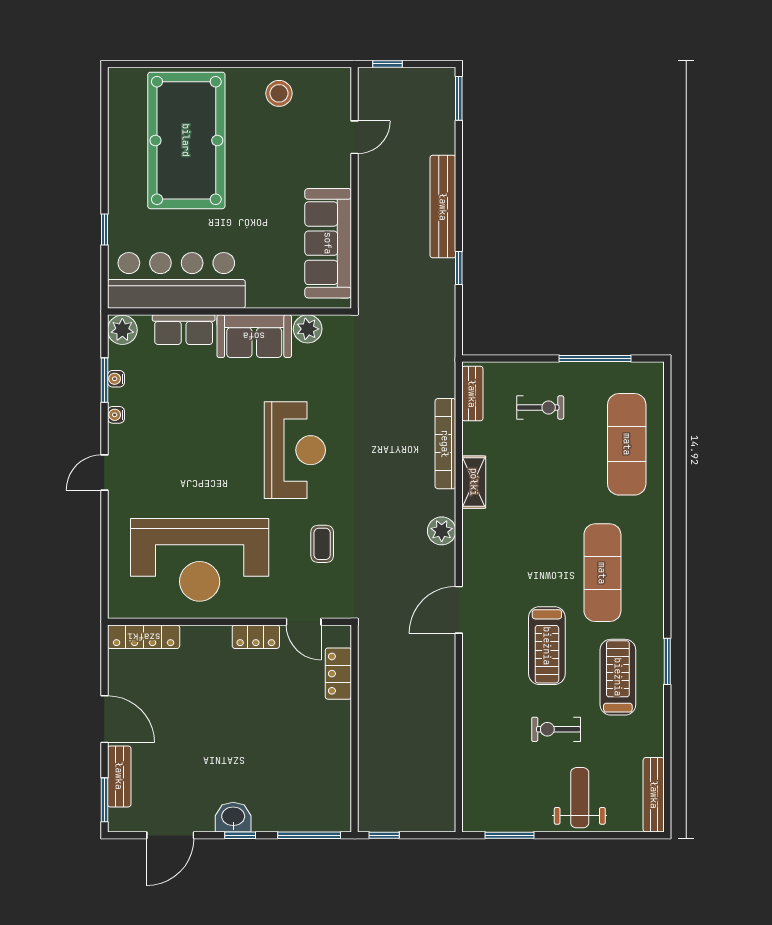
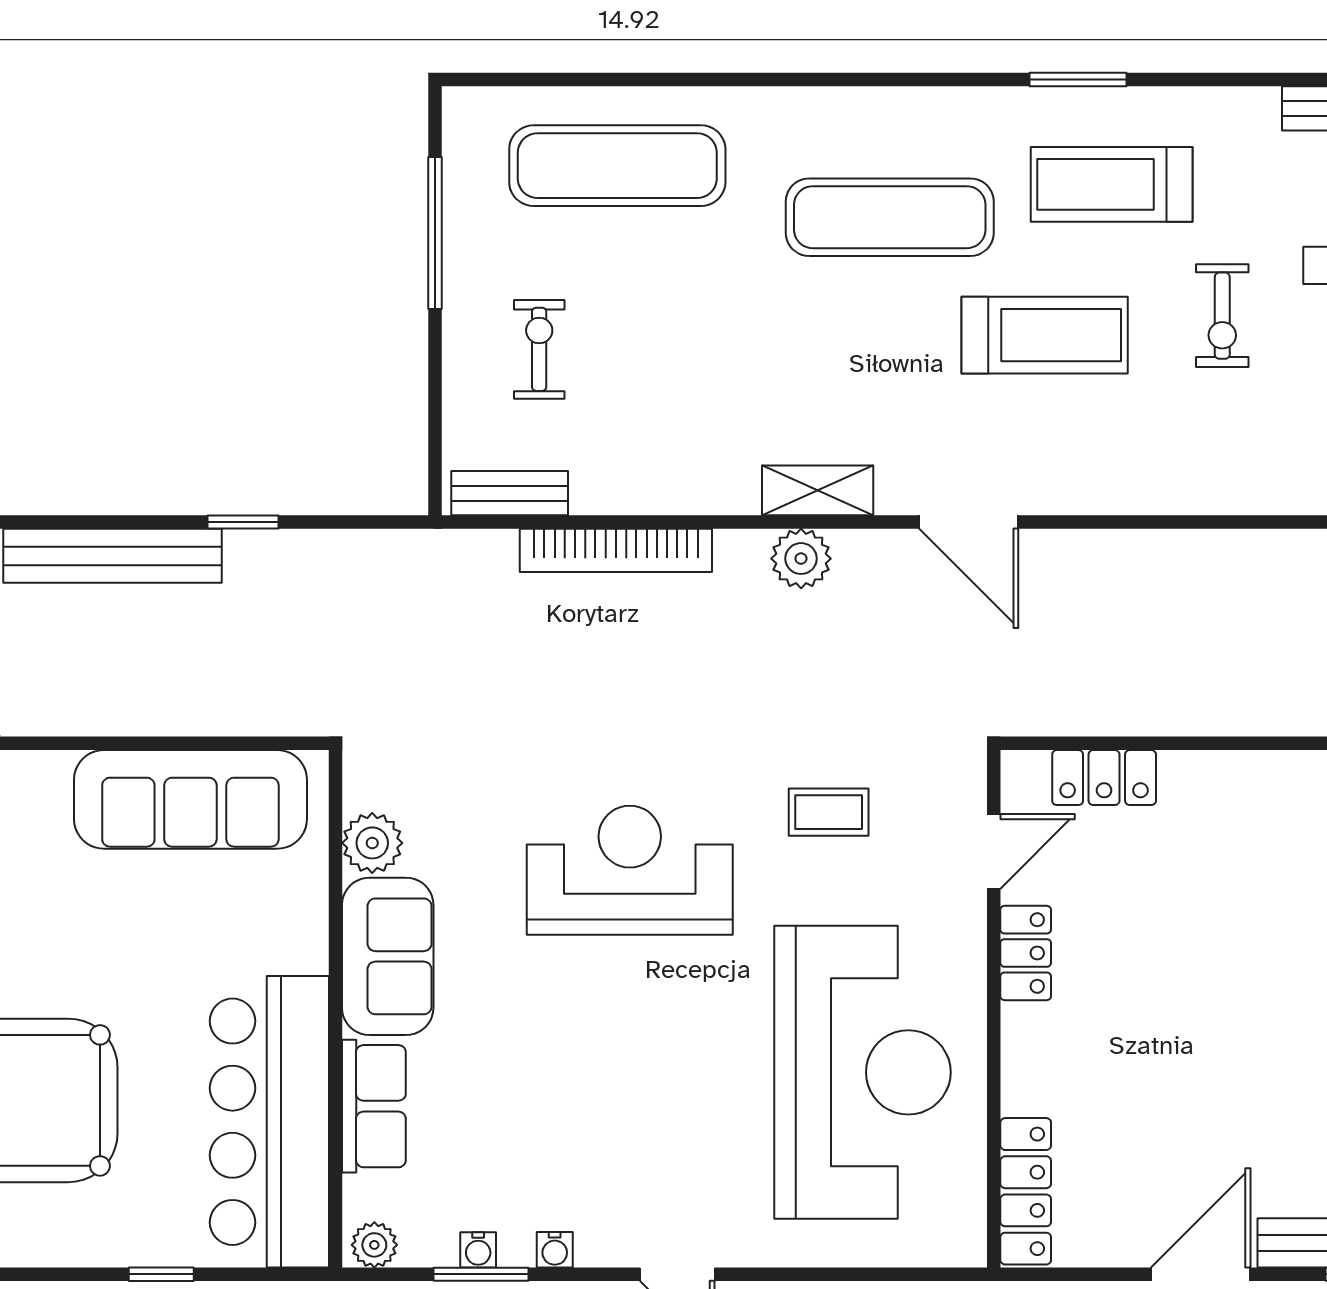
plant: (122, 330) -> (374, 1245), width x0.73, depth x0.73
shelving: (474, 482) -> (818, 490), moved

